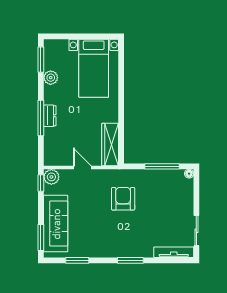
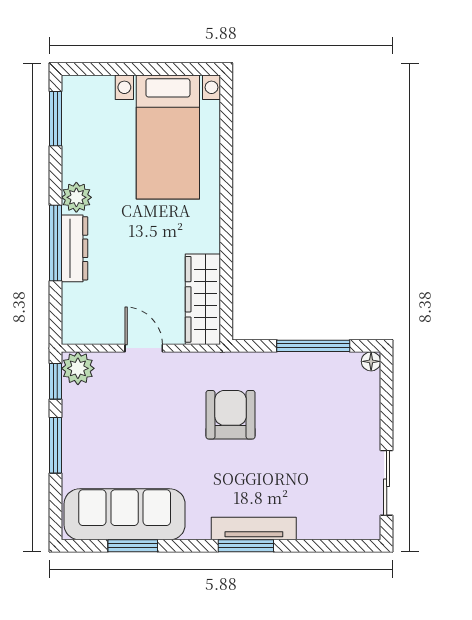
plant: (51, 78) -> (76, 197), moved
dresser: (50, 116) -> (74, 248), width x1.44
sofa: (56, 224) -> (125, 514), moved, turned -90
window: (41, 237) -> (55, 445), moved
tv unit: (174, 252) -> (254, 529), moved

